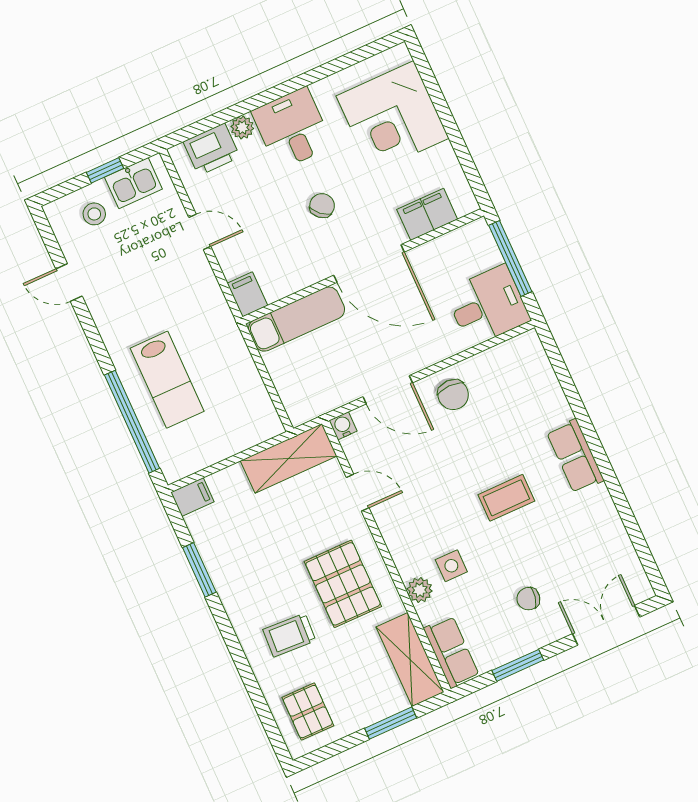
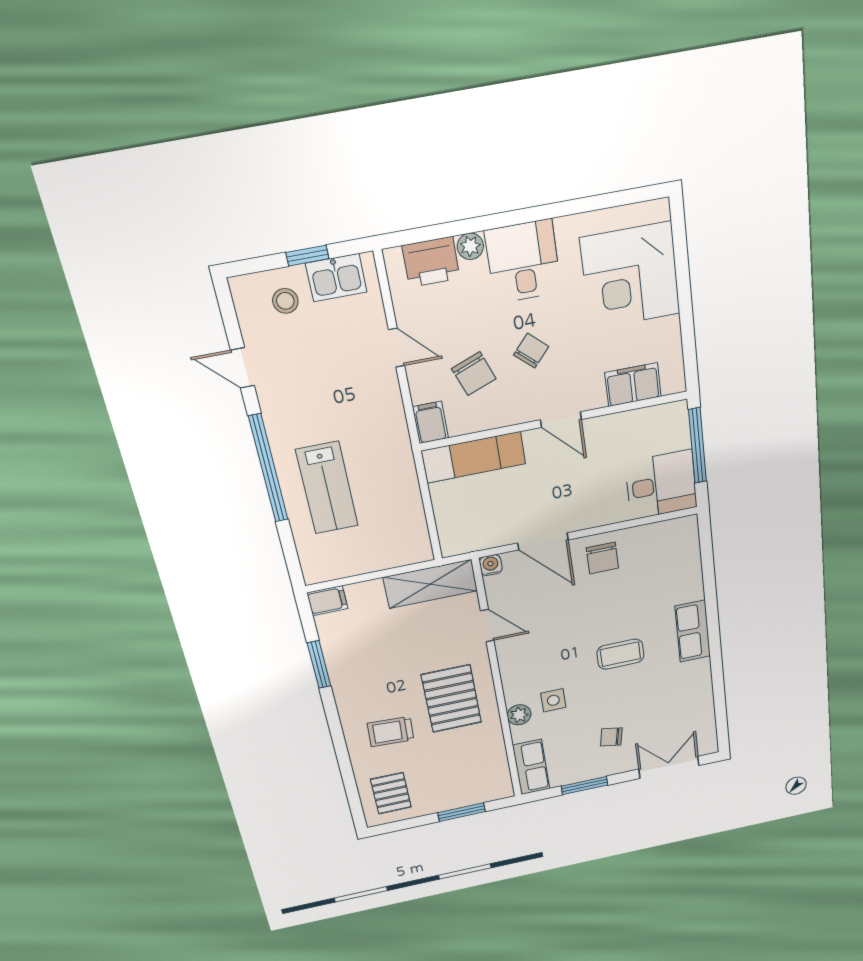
chair: (275, 239) -> (474, 374), added
door: (369, 264) -> (561, 420), width x0.53
window: (132, 422) -> (268, 468), moved
shelving: (410, 659) -> (493, 767), removed

